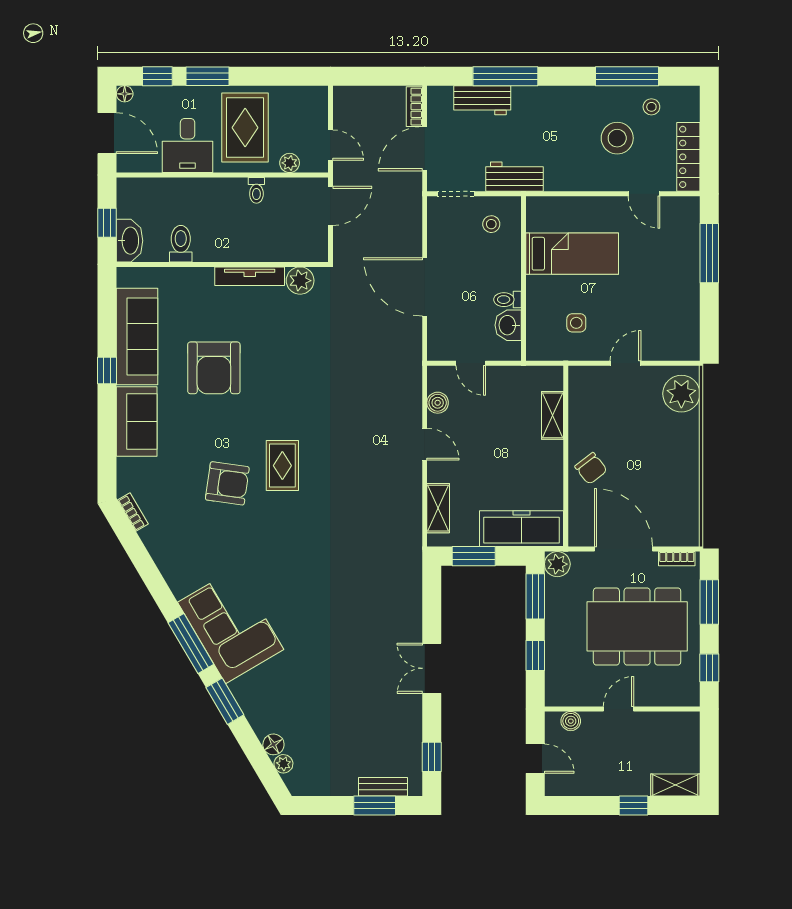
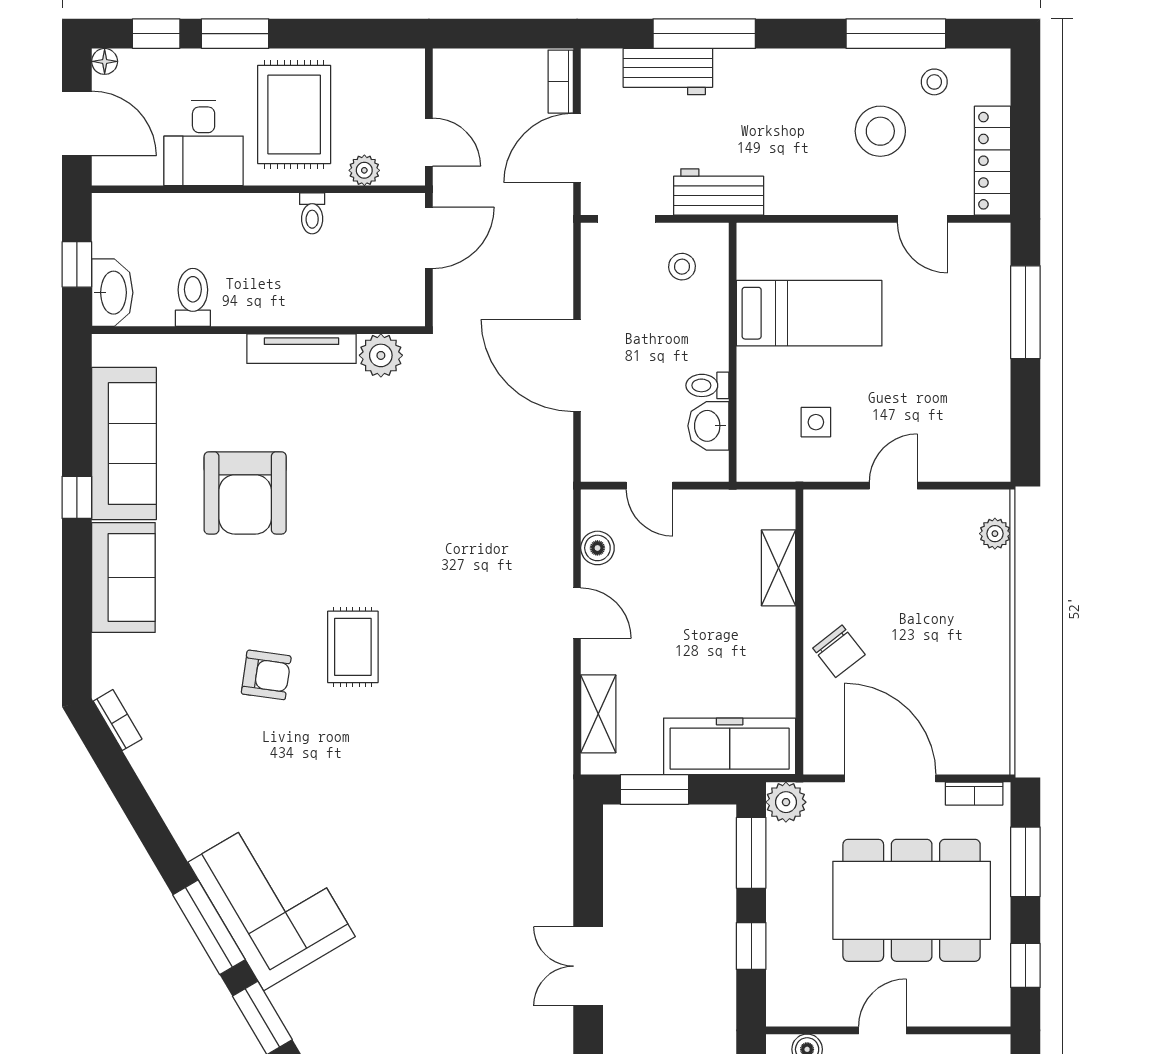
plant: (681, 394) -> (995, 534), width x0.53, depth x0.53
armchair: (227, 483) -> (266, 675), width x0.72, depth x0.72

